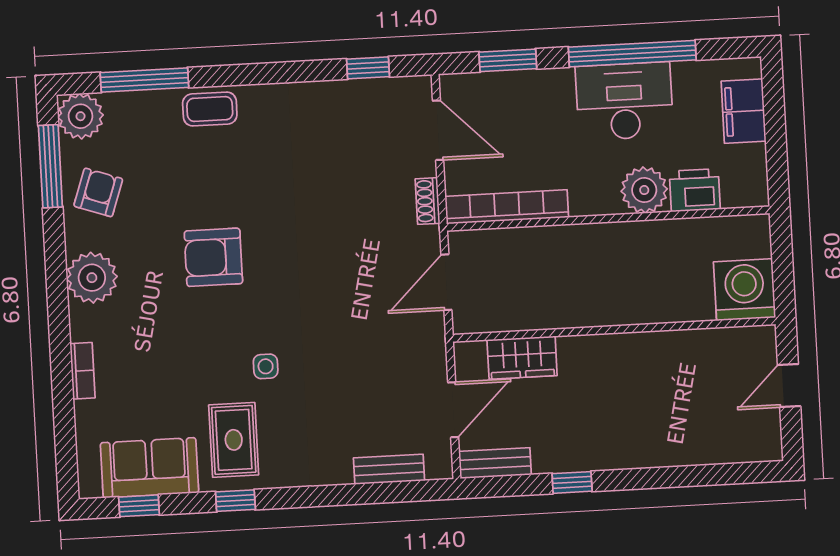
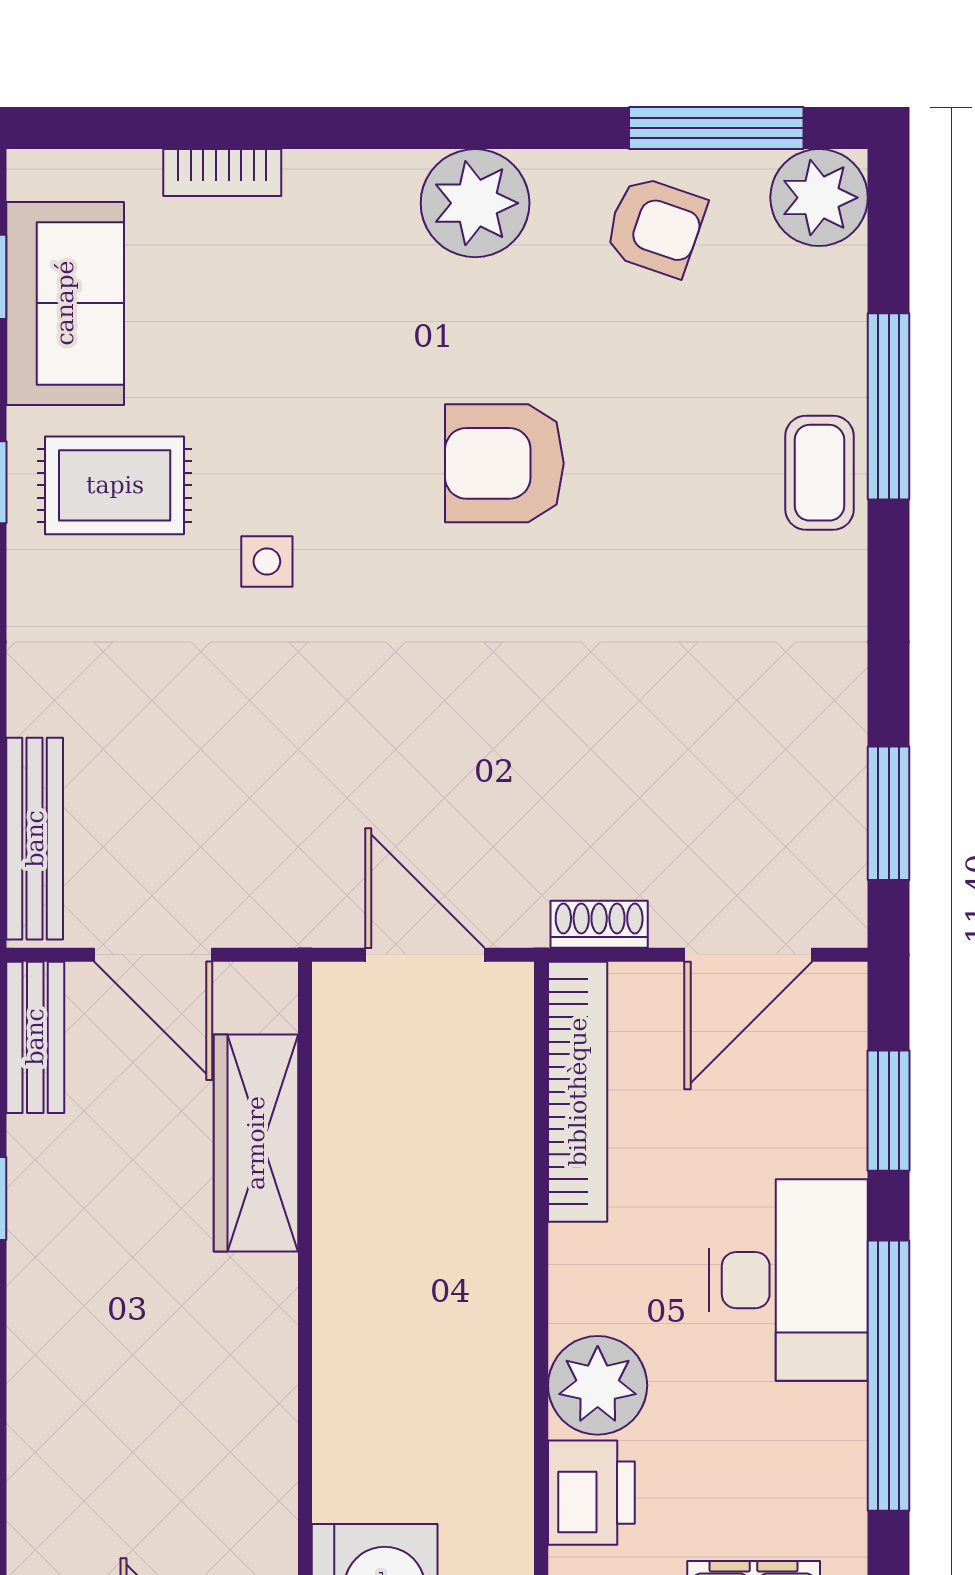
window: (368, 68) -> (889, 813), width x1.50
window: (144, 80) -> (889, 406), moved
desk: (624, 101) -> (788, 1280), moved
armchair: (213, 257) -> (504, 463), turned -90
wardrobe: (522, 358) -> (256, 1143), width x1.50
bookcase: (82, 371) -> (222, 172), moved
bench: (389, 469) -> (35, 839), width x1.36

